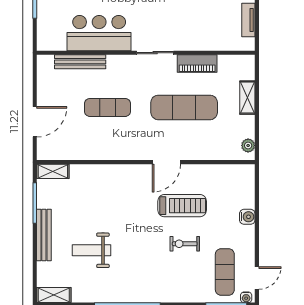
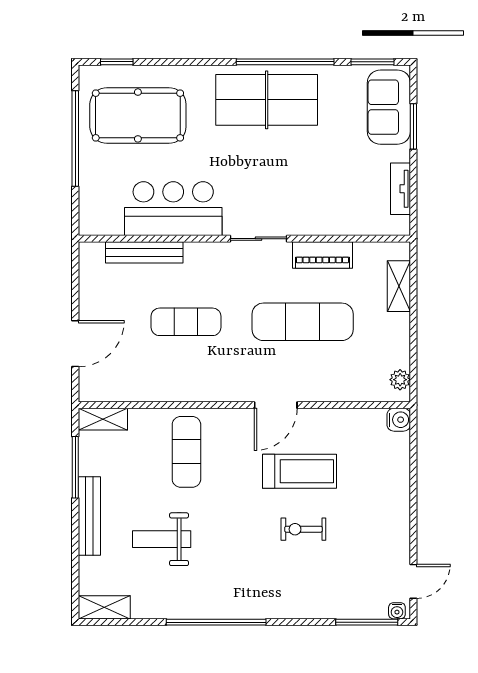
shelving: (247, 98) -> (399, 286), moved
water cooler: (247, 217) -> (399, 420), moved
exercise mat: (225, 272) -> (186, 452), moved

